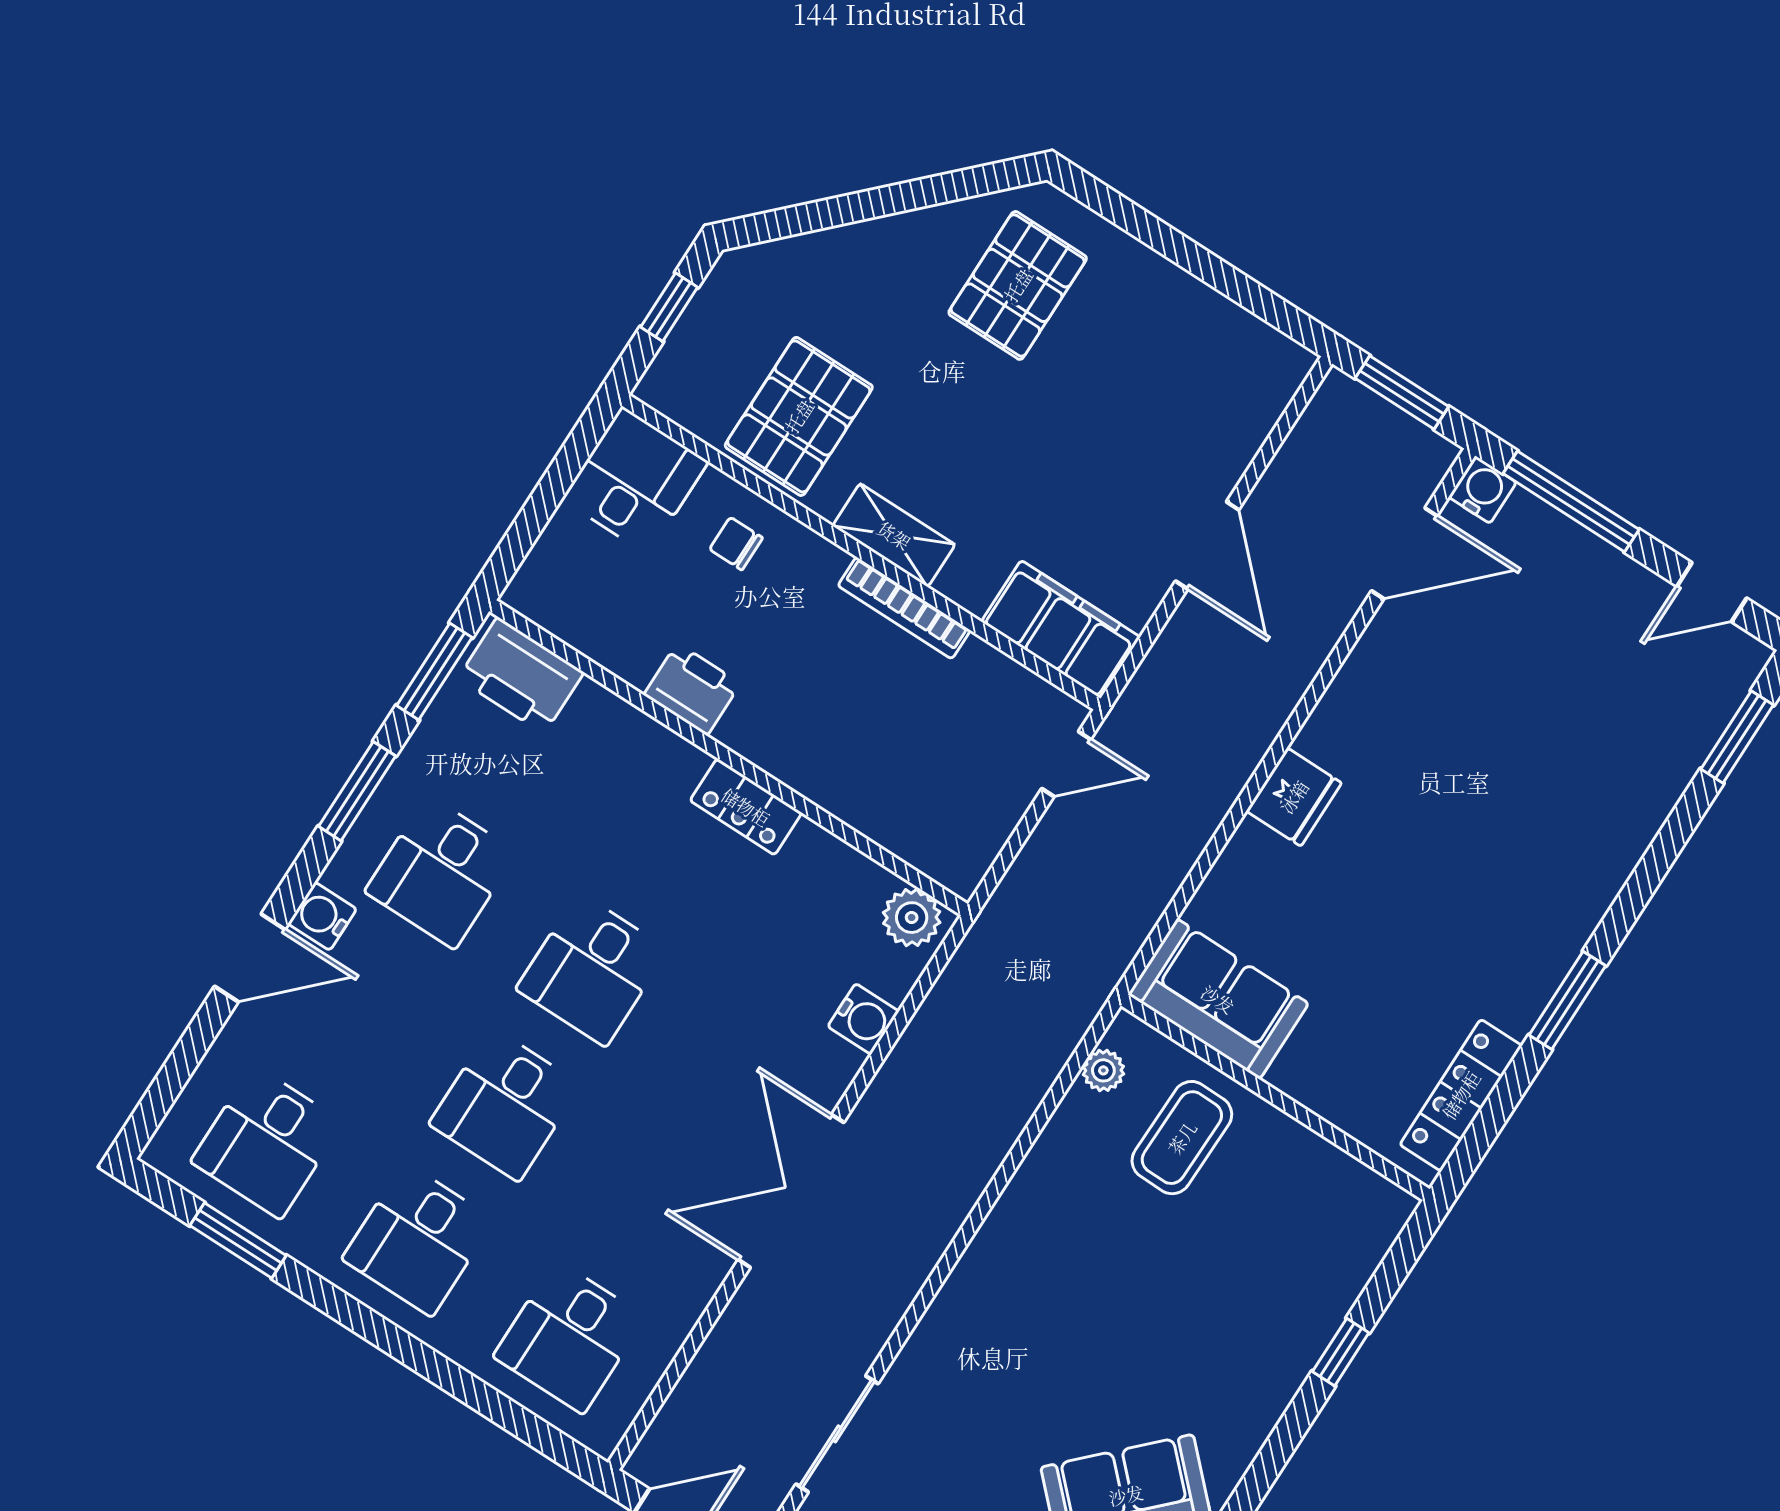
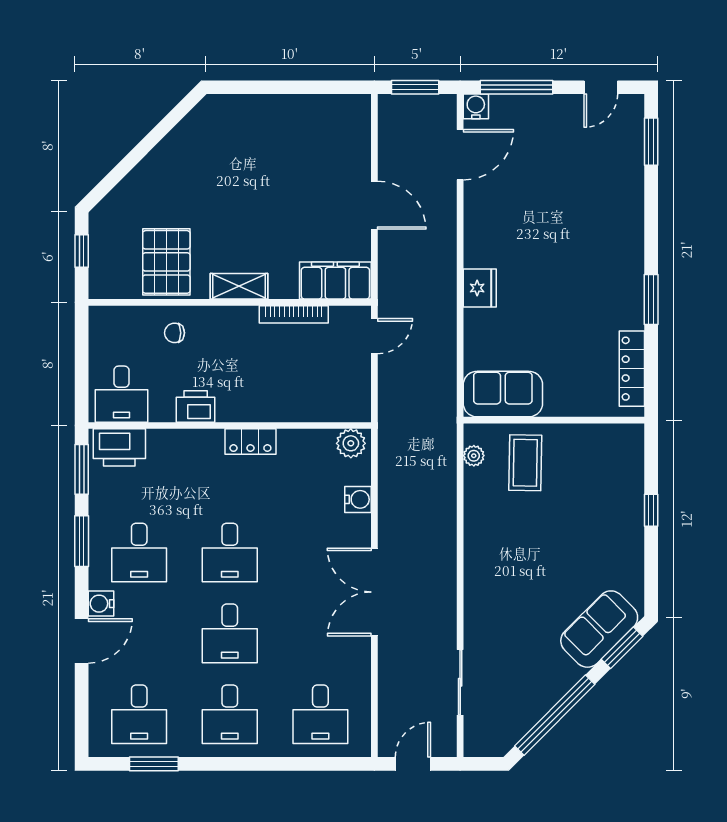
pallet: (1018, 285) -> (223, 147), removed
desk: (635, 480) -> (121, 394), moved, turned 180
bookcase: (904, 608) -> (294, 314), moved

